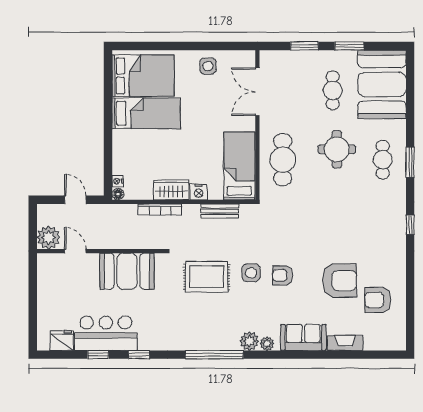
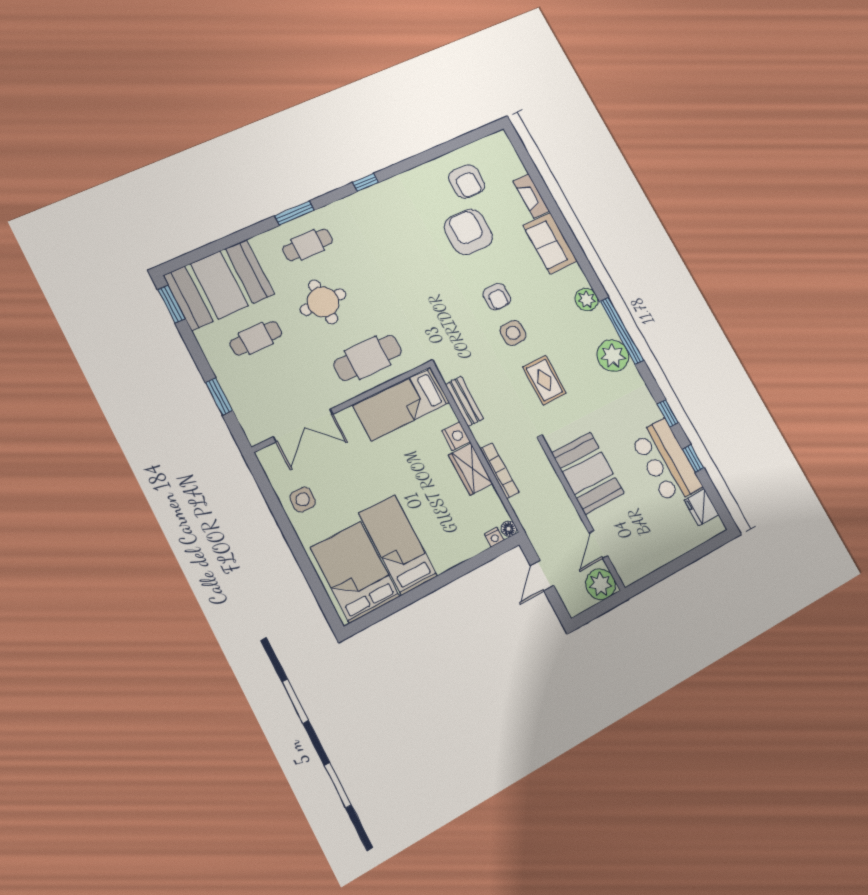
window: (349, 46) -> (171, 304), moved
rug: (207, 277) -> (544, 380), width x0.73, depth x0.70
plant: (267, 344) -> (613, 356), moved, width x1.88, depth x1.88

